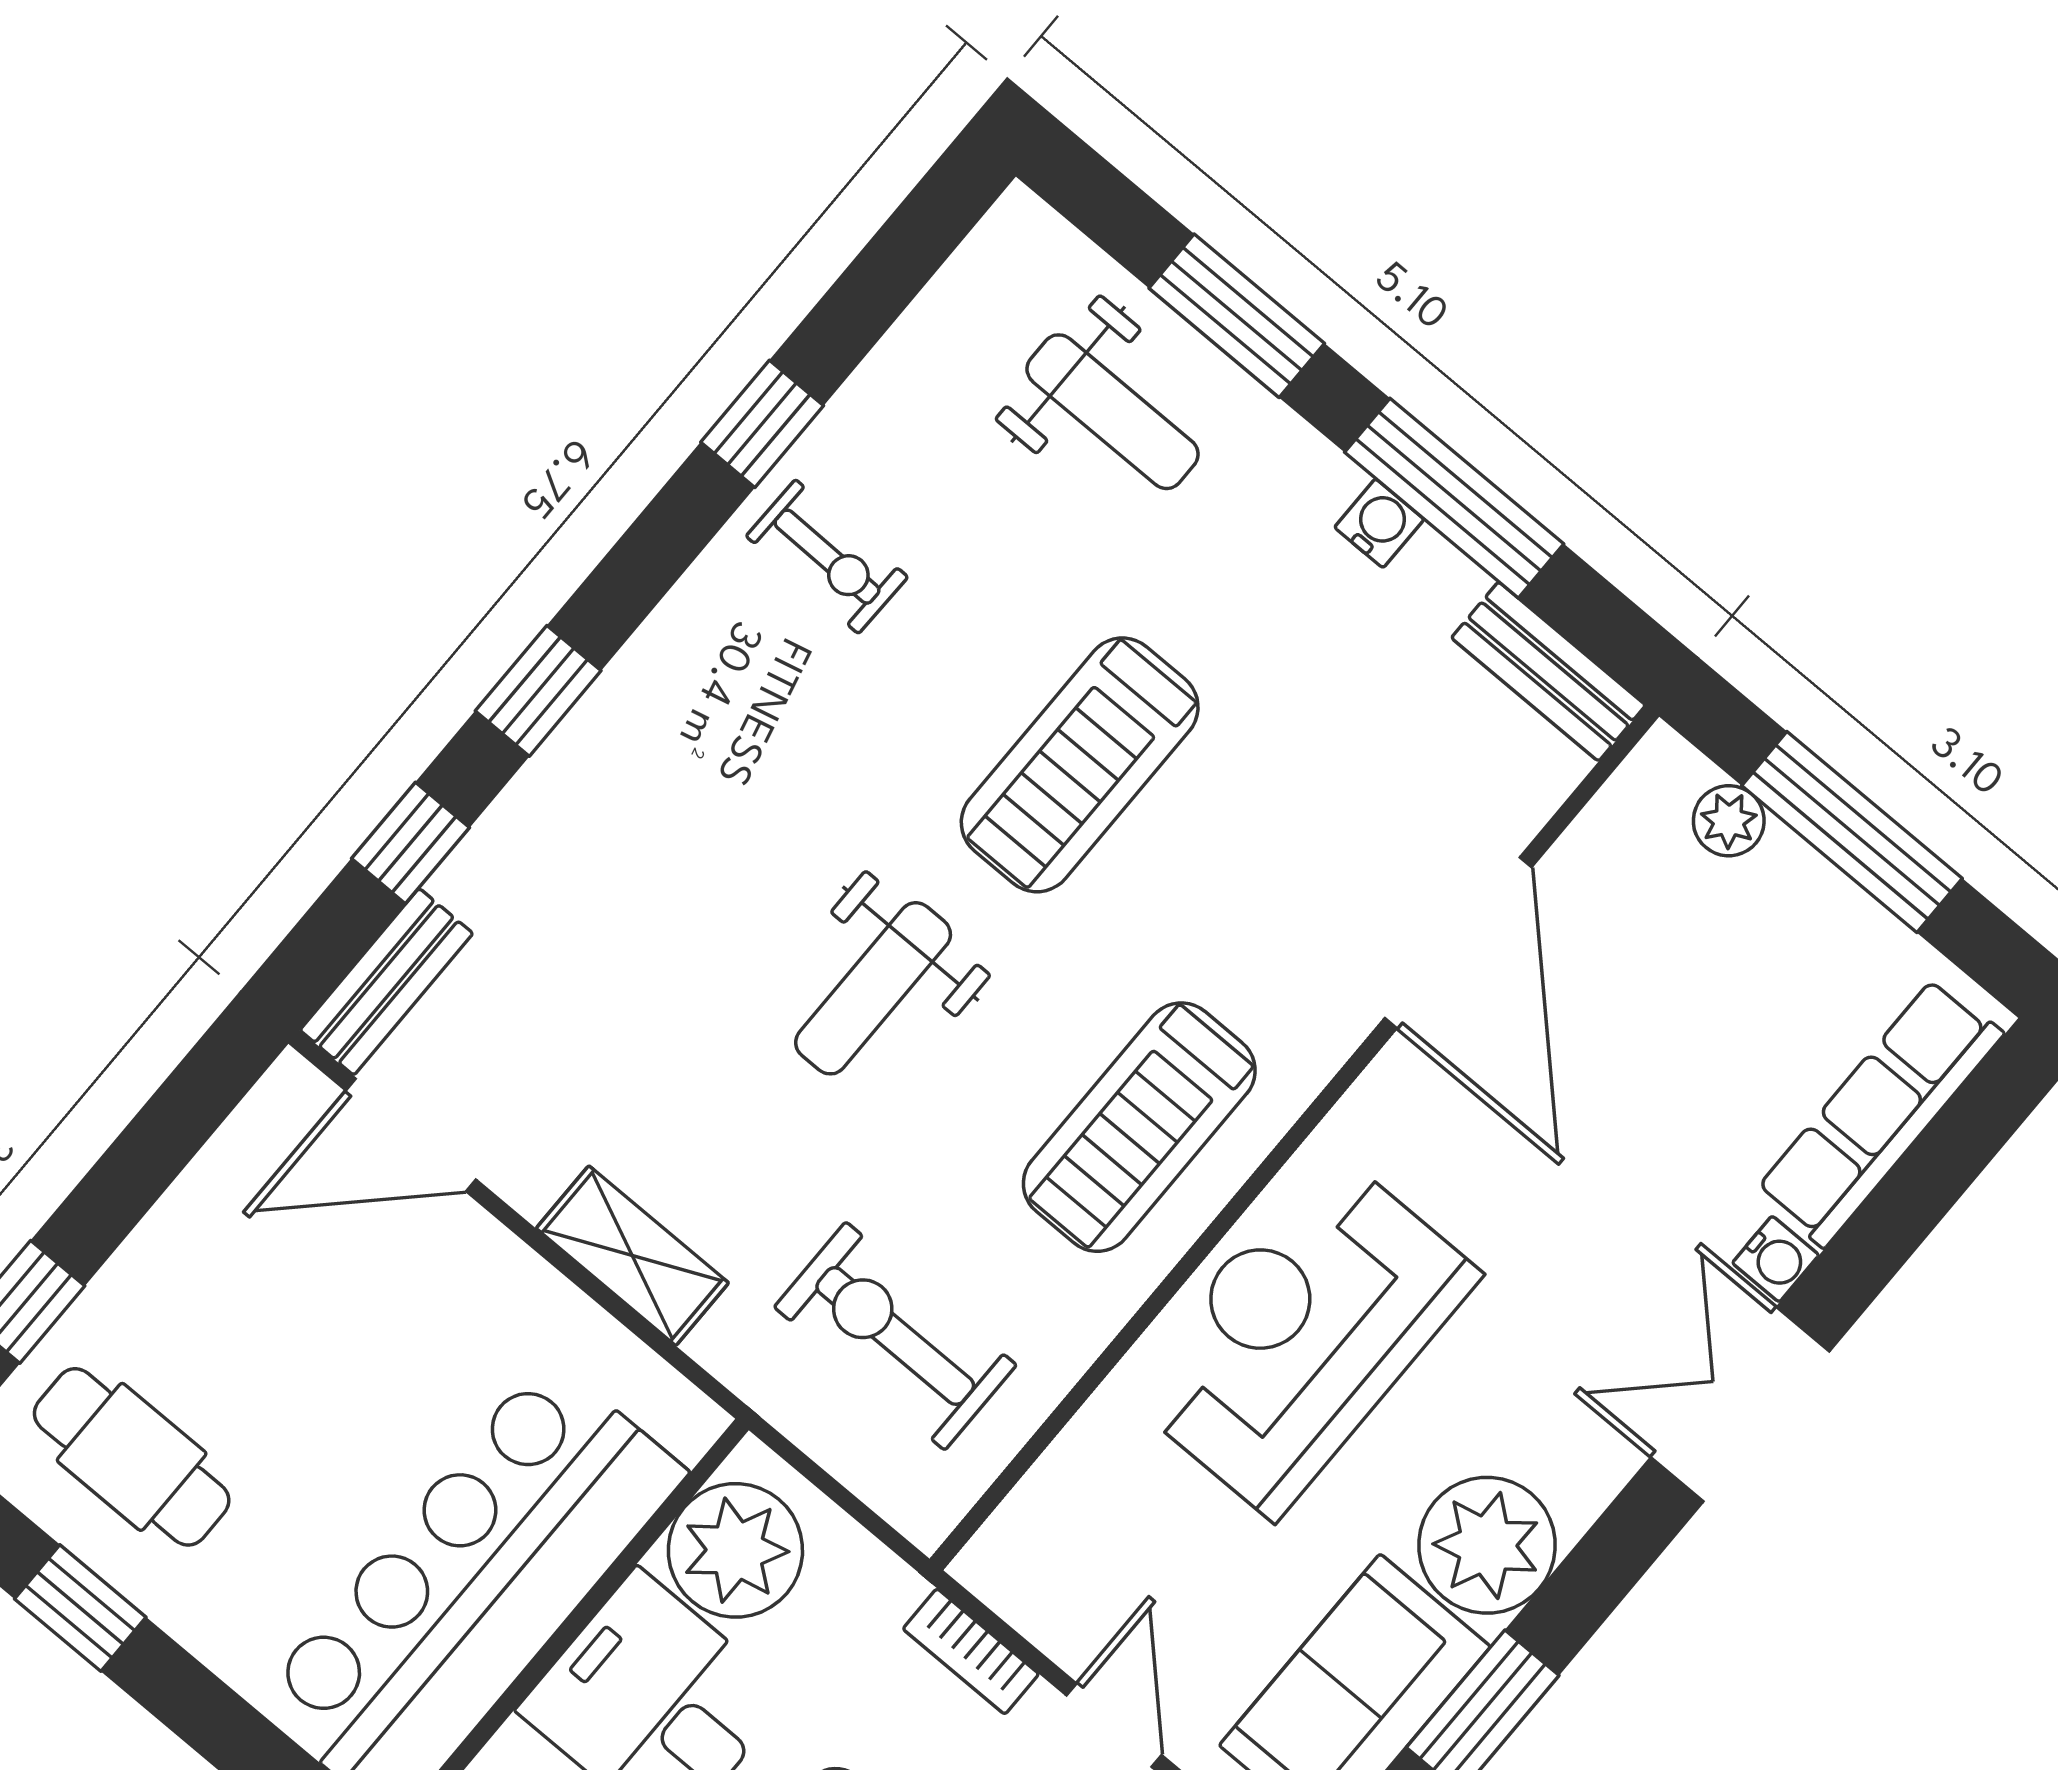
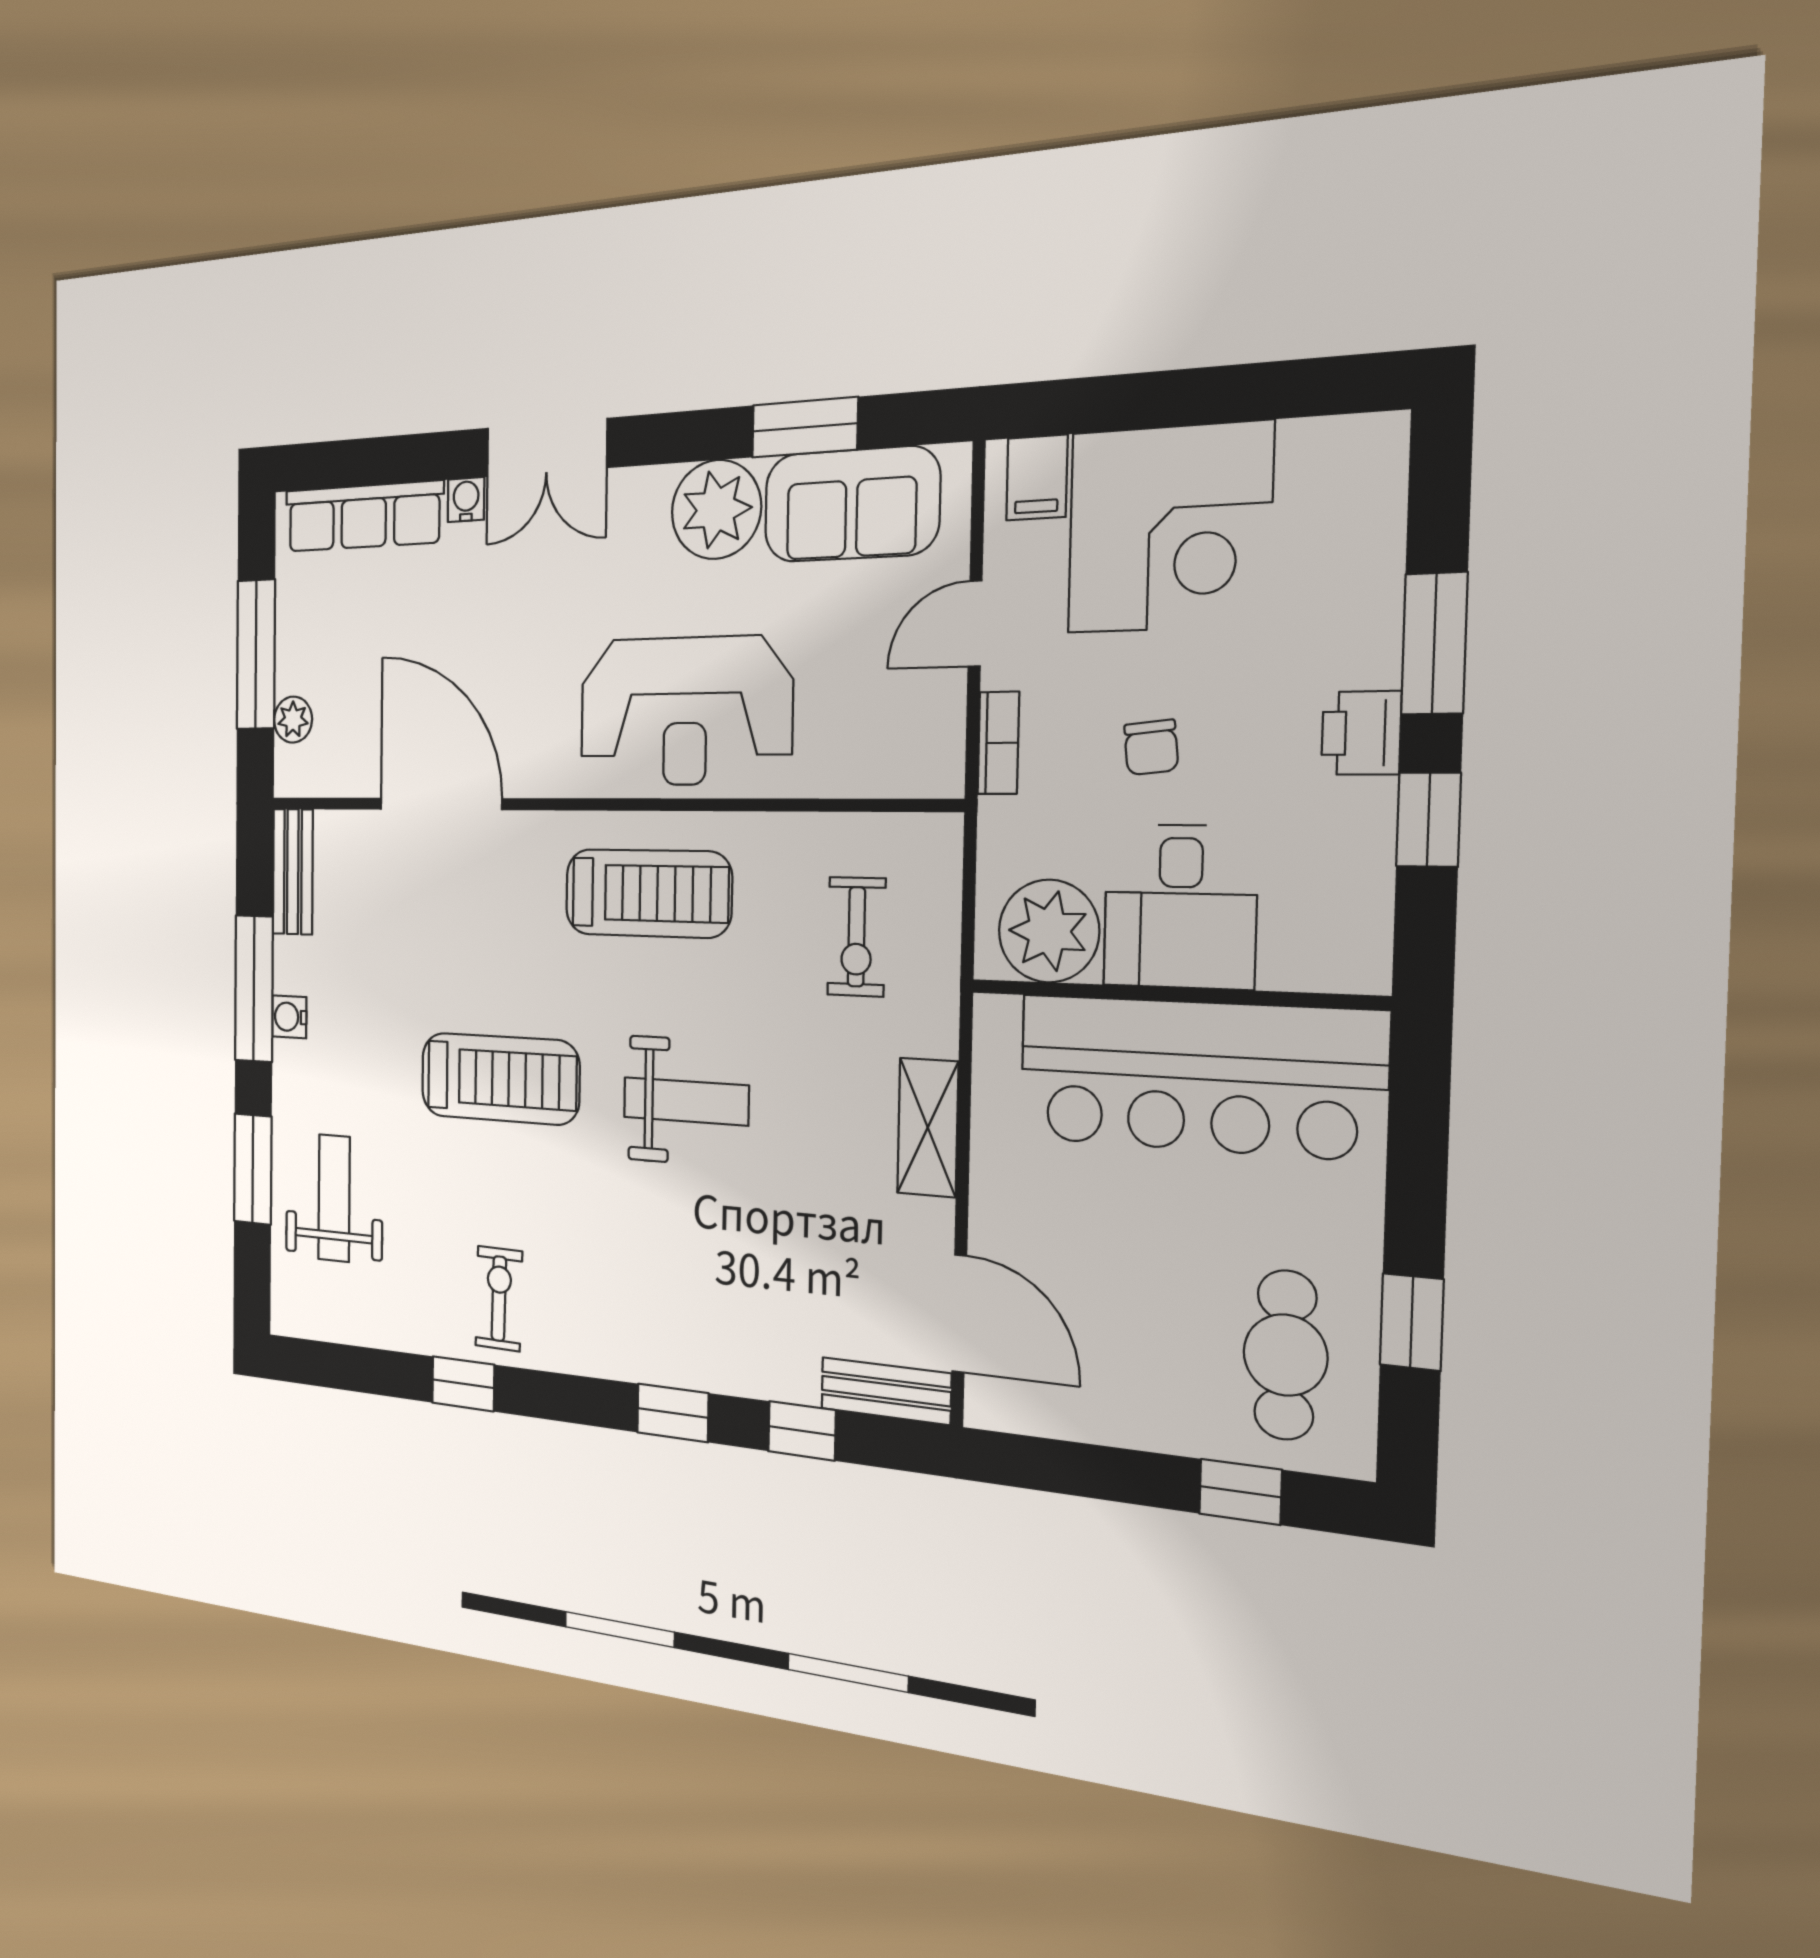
door: (1458, 943) -> (441, 804), hinge flipped
exercise bike: (895, 1336) -> (856, 937), width x0.73, depth x0.72

